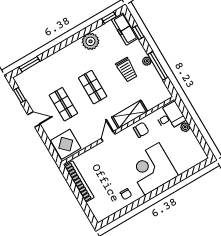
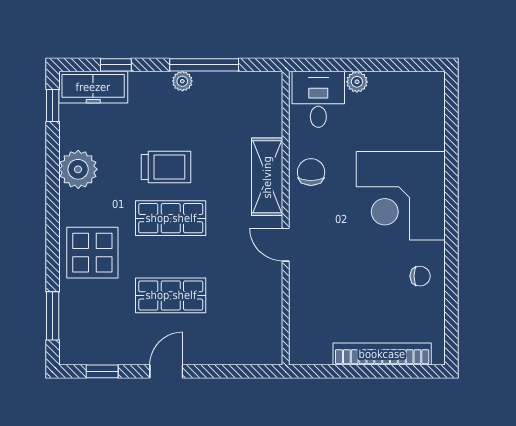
trolley: (127, 70) -> (166, 167), moved
display table: (66, 144) -> (92, 253), moved
bookcase: (79, 182) -> (382, 354), moved

